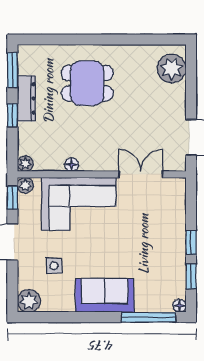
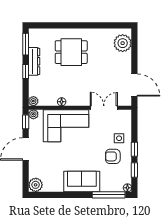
armchair: (155, 254) -> (113, 156), added
side table: (54, 266) -> (119, 138), moved

